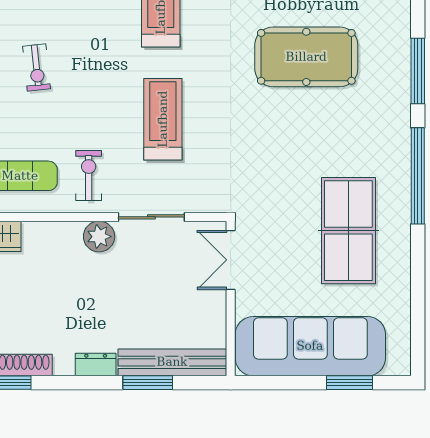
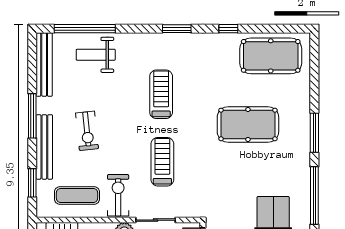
exercise bike: (37, 67) -> (87, 131), width x1.38, depth x1.39
exercise bike: (89, 176) -> (118, 195), width x1.38, depth x1.39

